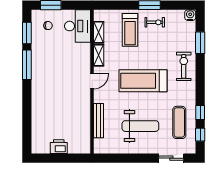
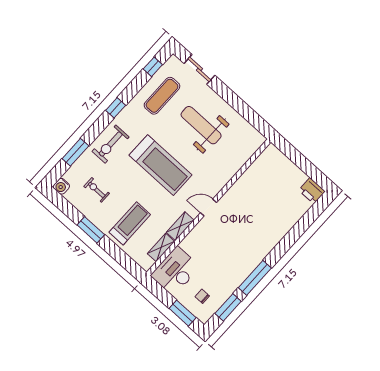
exercise bike: (155, 22) -> (97, 190), moved
window: (200, 112) -> (116, 108), moved
bench: (99, 121) -> (235, 165), removed
printer: (59, 147) -> (312, 191), moved

